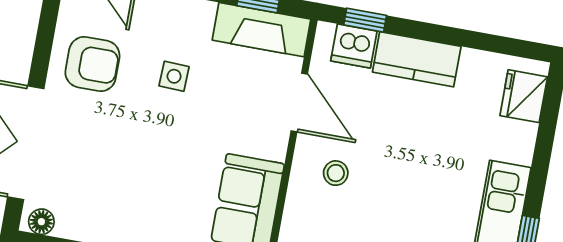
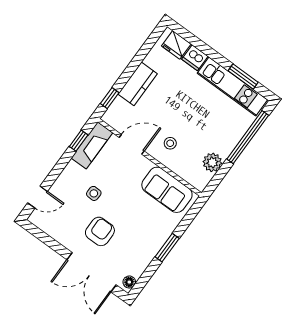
dishwasher: (354, 46) -> (195, 58), moved, turned 90
armchair: (92, 64) -> (100, 231), moved

